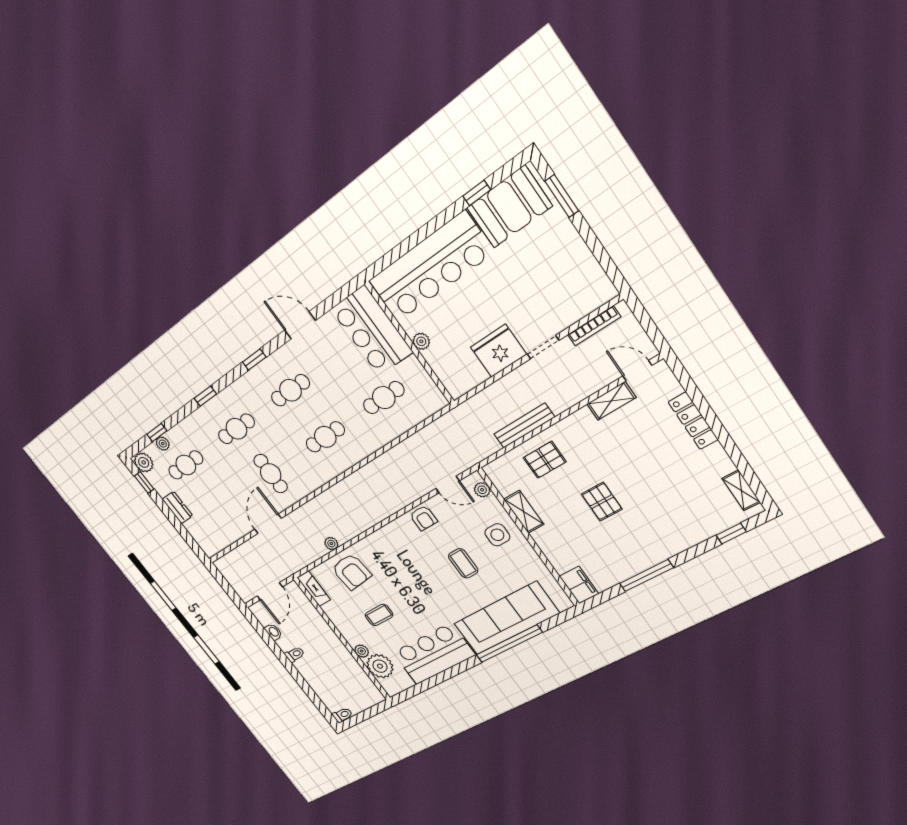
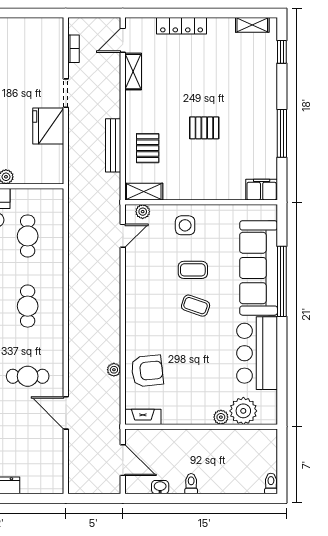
bookcase: (594, 326) -> (74, 49), width x0.64
shelving: (524, 512) -> (144, 192), moved
armchair: (423, 518) -> (138, 275), removed
coffee table: (379, 615) -> (196, 306), moved, turned -71

